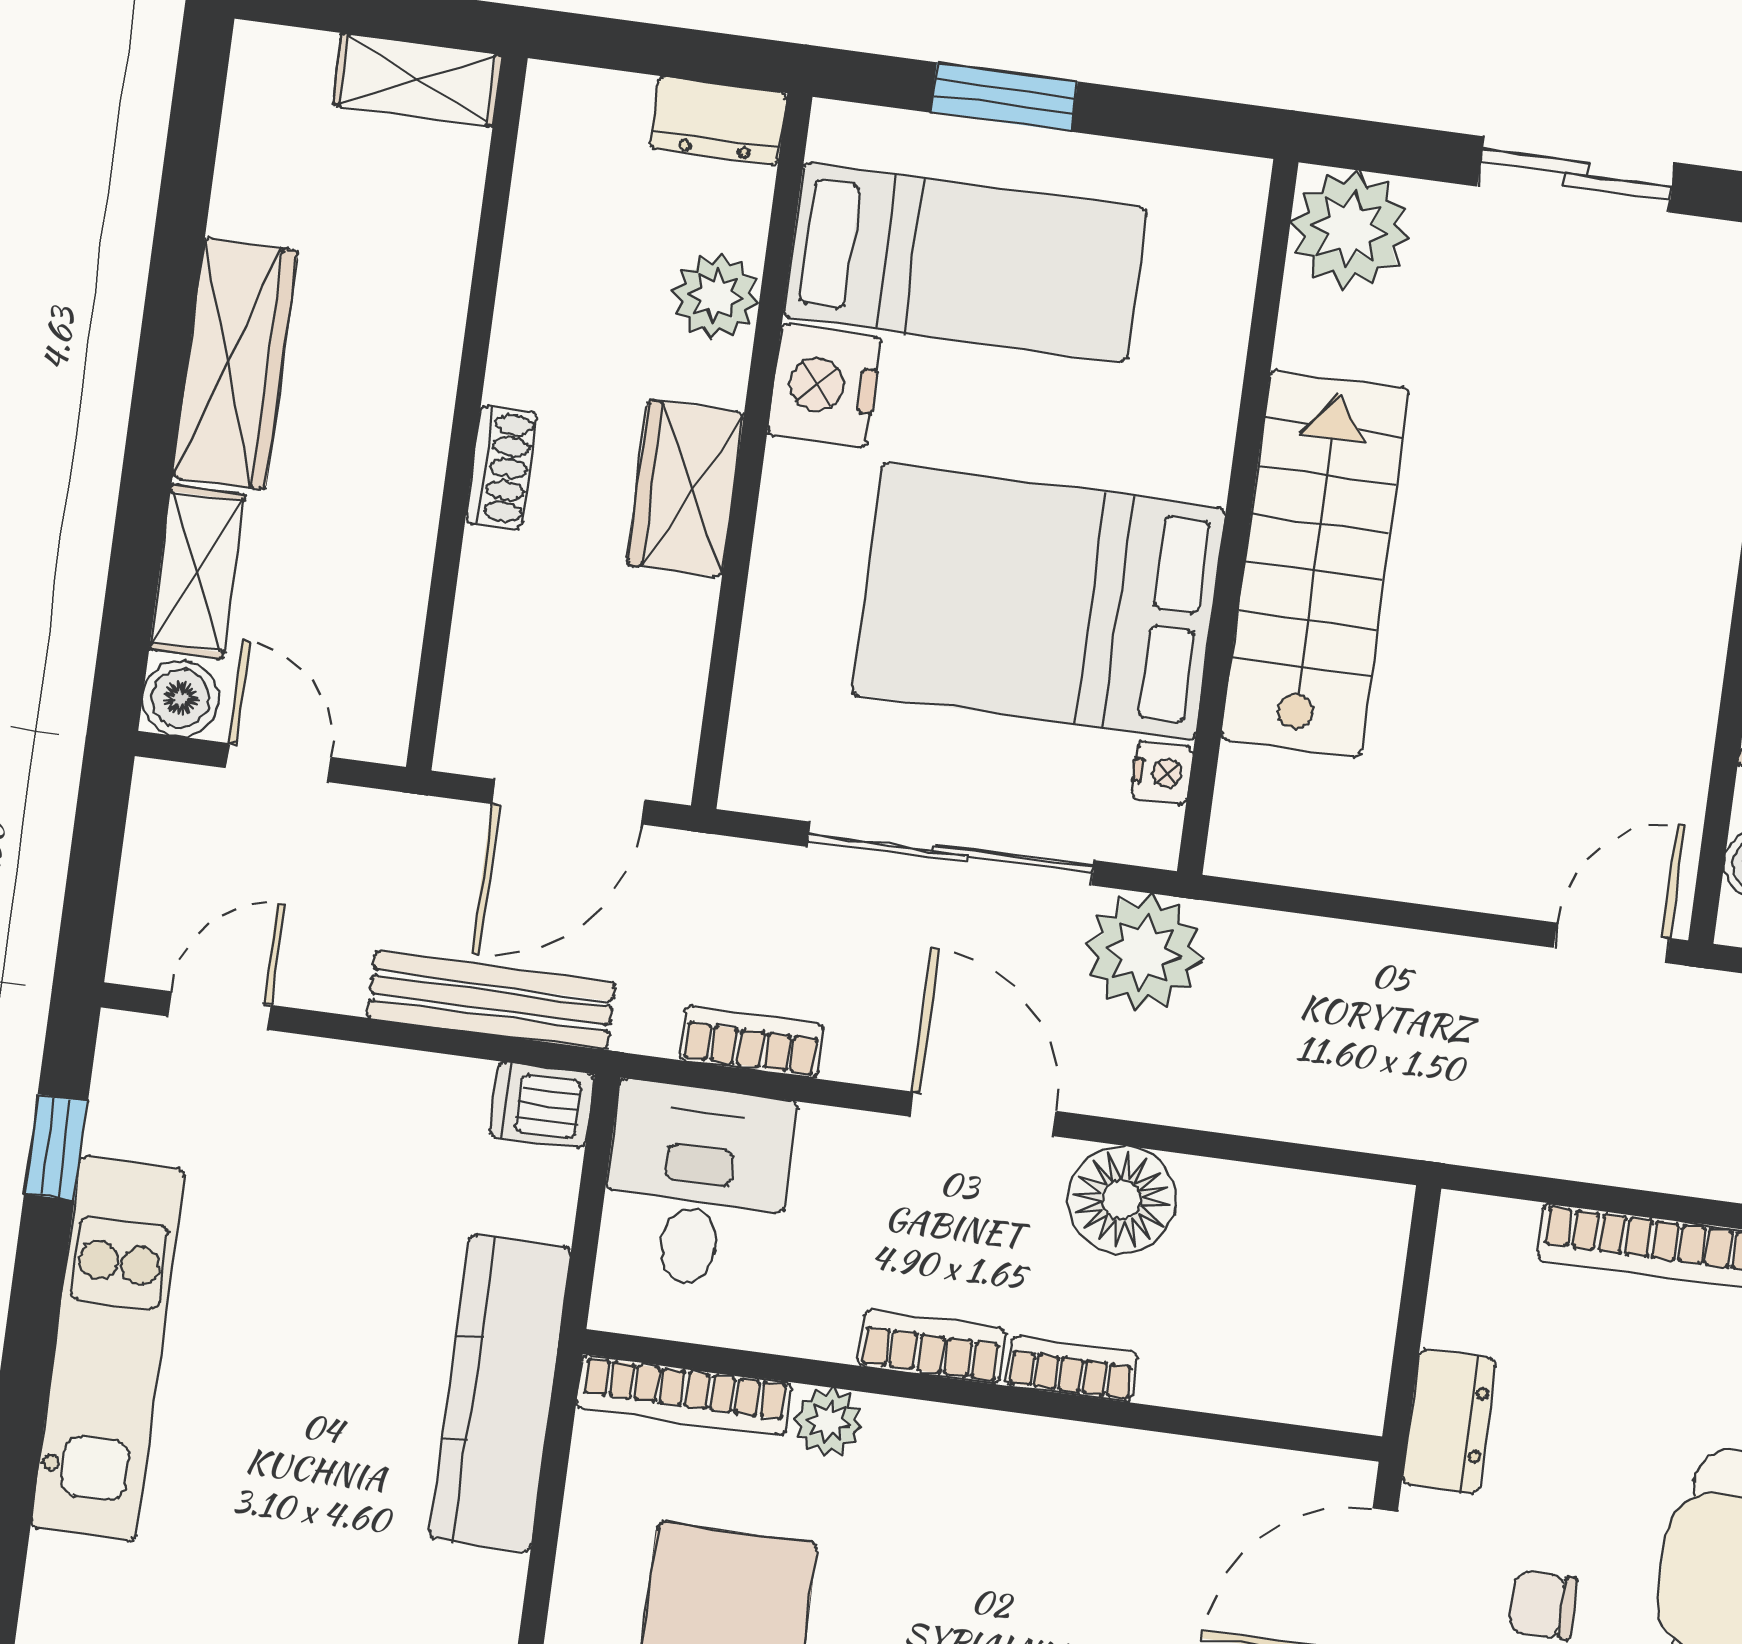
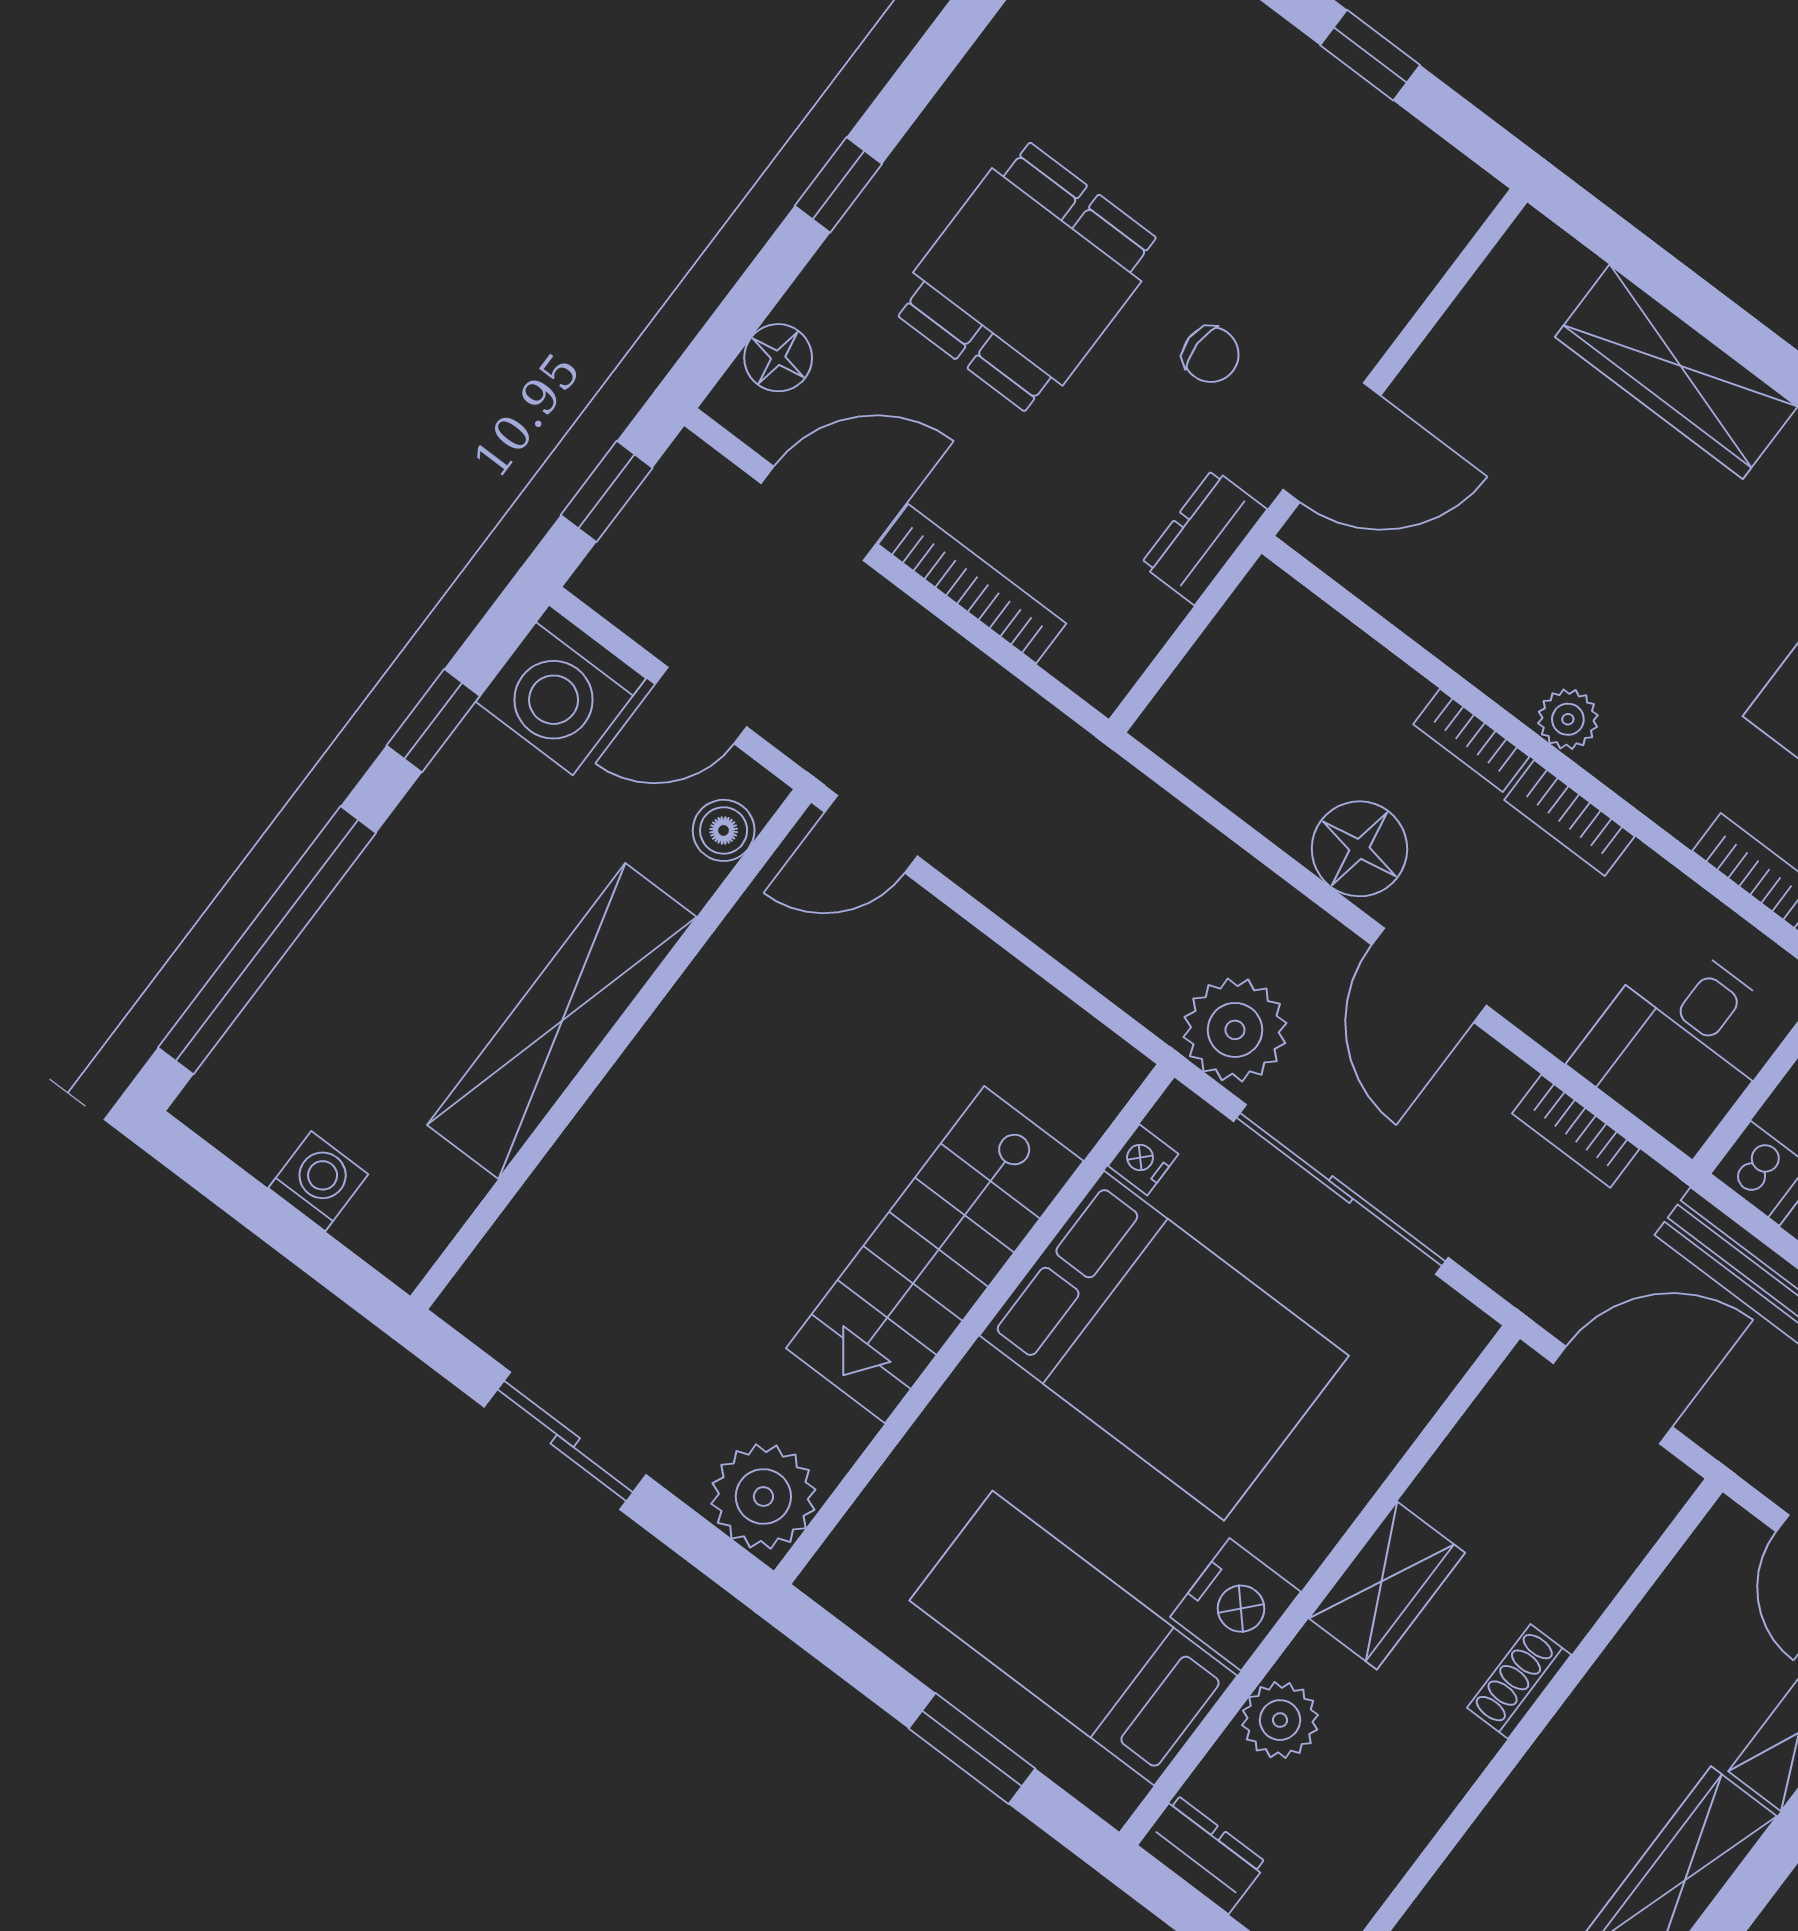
plant: (828, 1422) -> (1568, 719), moved

